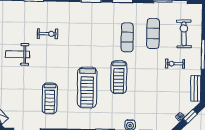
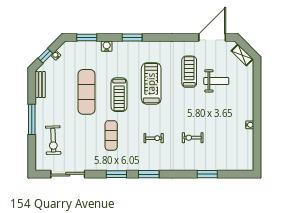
exercise mat: (153, 34) -> (86, 92), moved, width x1.36, depth x1.45
weight bench: (18, 54) -> (216, 81), moved
exercise bike: (175, 64) -> (154, 138), moved
treadmill: (119, 77) -> (119, 95), turned 180

